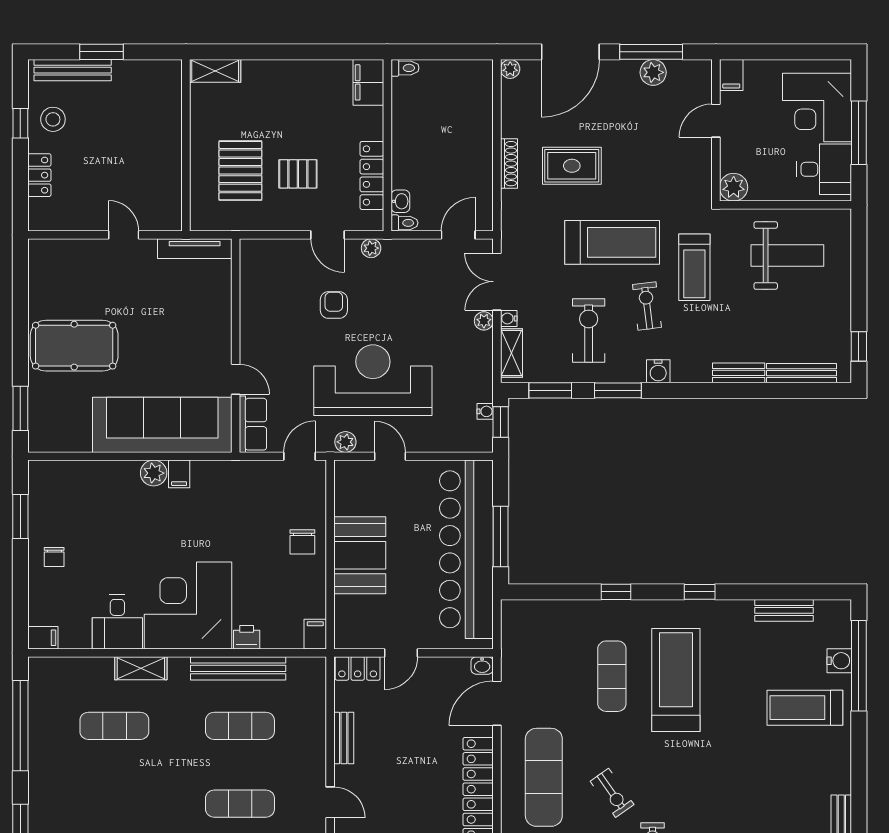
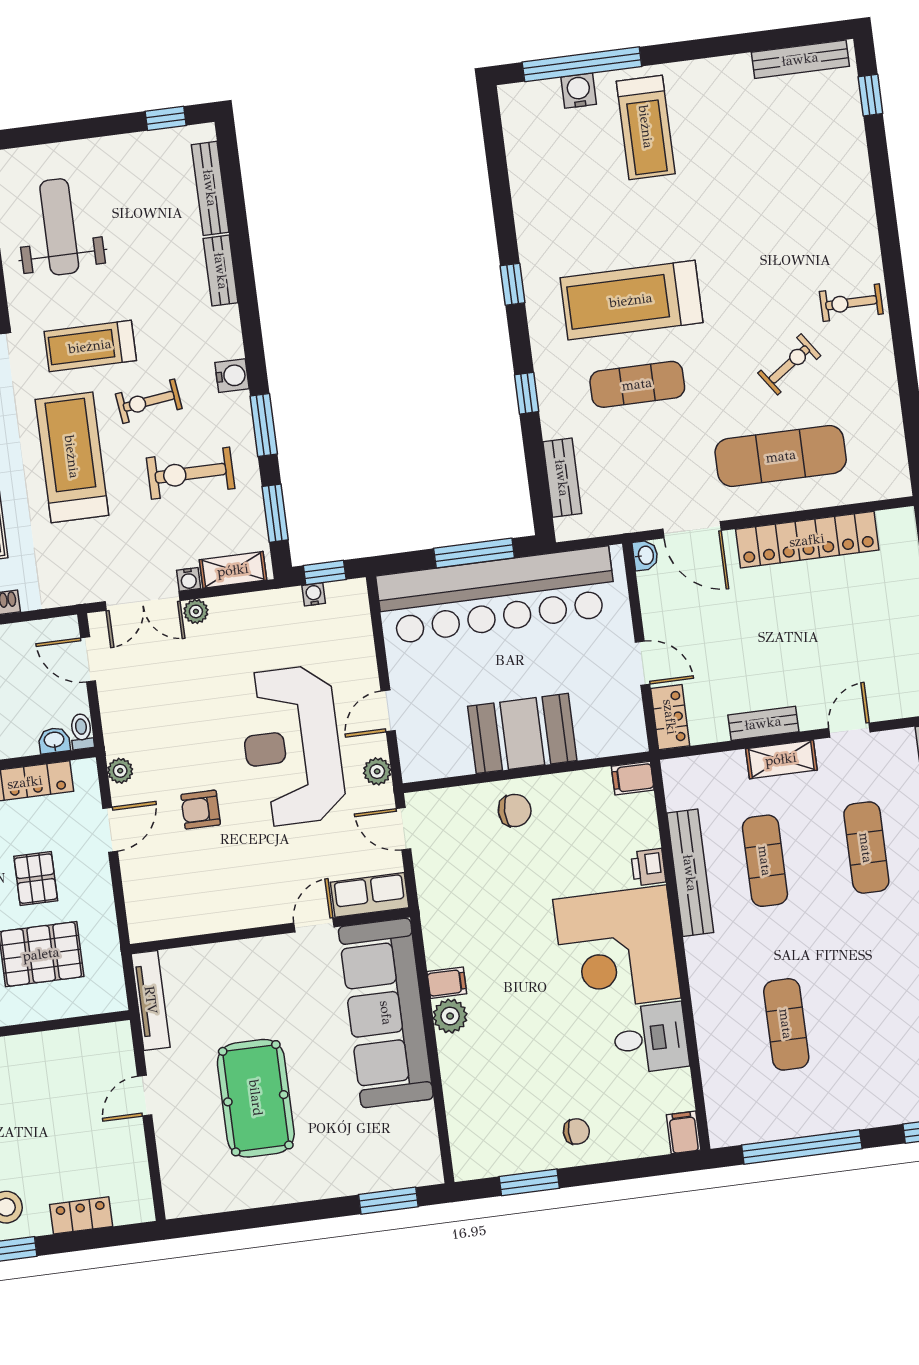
treadmill: (694, 267) -> (90, 346), turned 180
pool table: (74, 346) -> (256, 1098), moved
bench: (784, 610) -> (562, 478), moved
shelving: (141, 668) -> (781, 759), moved, turned 90

